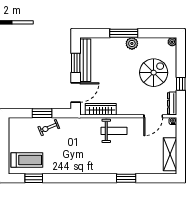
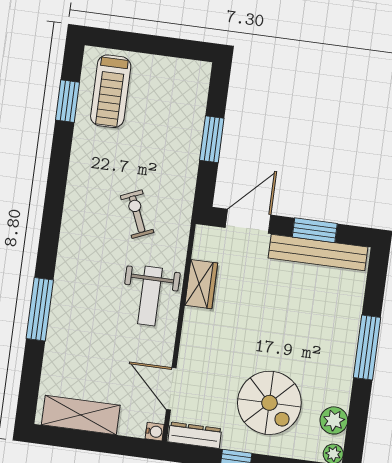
plant: (132, 43) -> (334, 420), moved
door: (76, 93) -> (248, 221), swing flipped
wardrobe: (101, 109) -> (201, 284), width x0.67
exercise bike: (49, 128) -> (137, 214), moved
window: (126, 178) -> (40, 309), width x1.44

